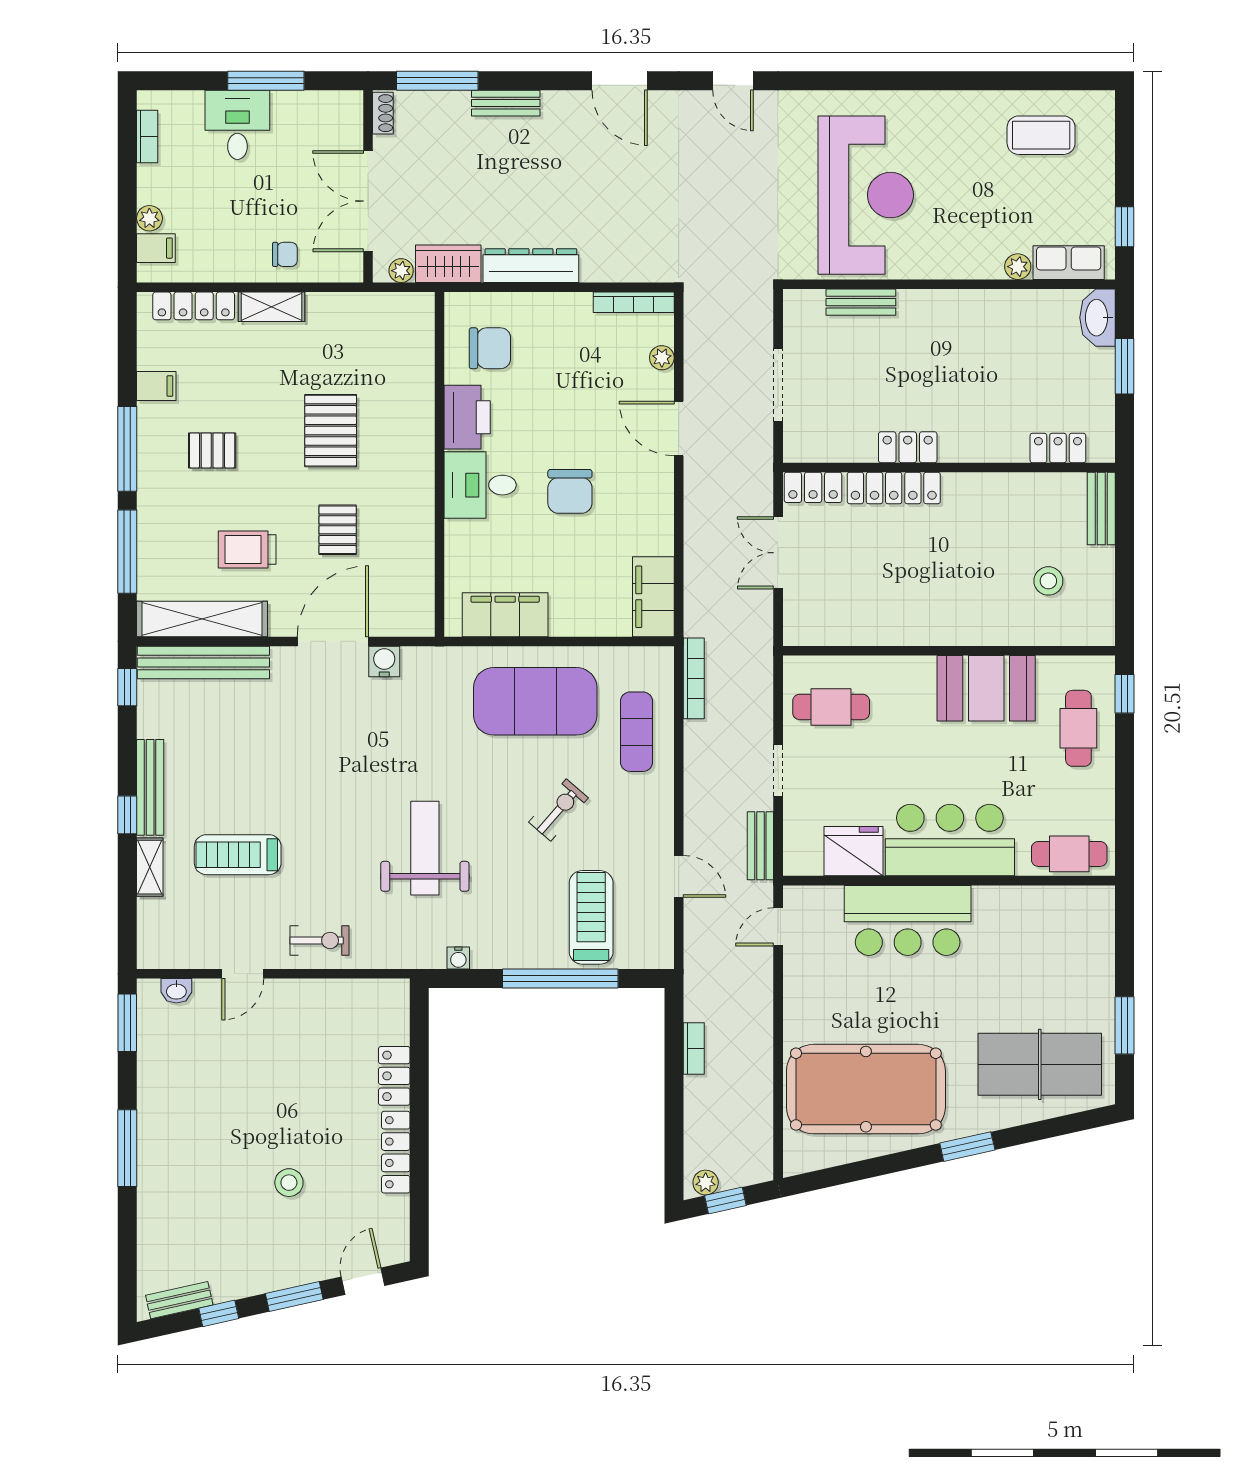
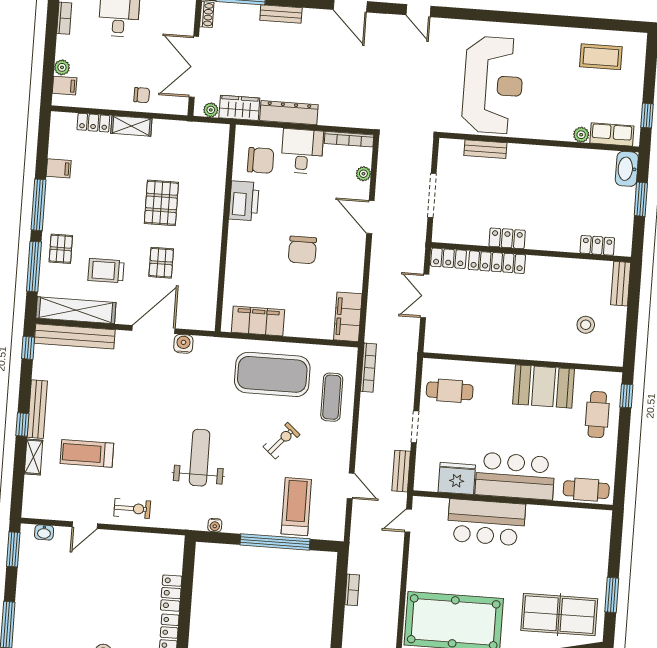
locker: (194, 306) -> (93, 123), width x0.66
pallet: (212, 450) -> (61, 249), moved, turned 90
desk: (480, 485) -> (302, 151), moved, turned 90

